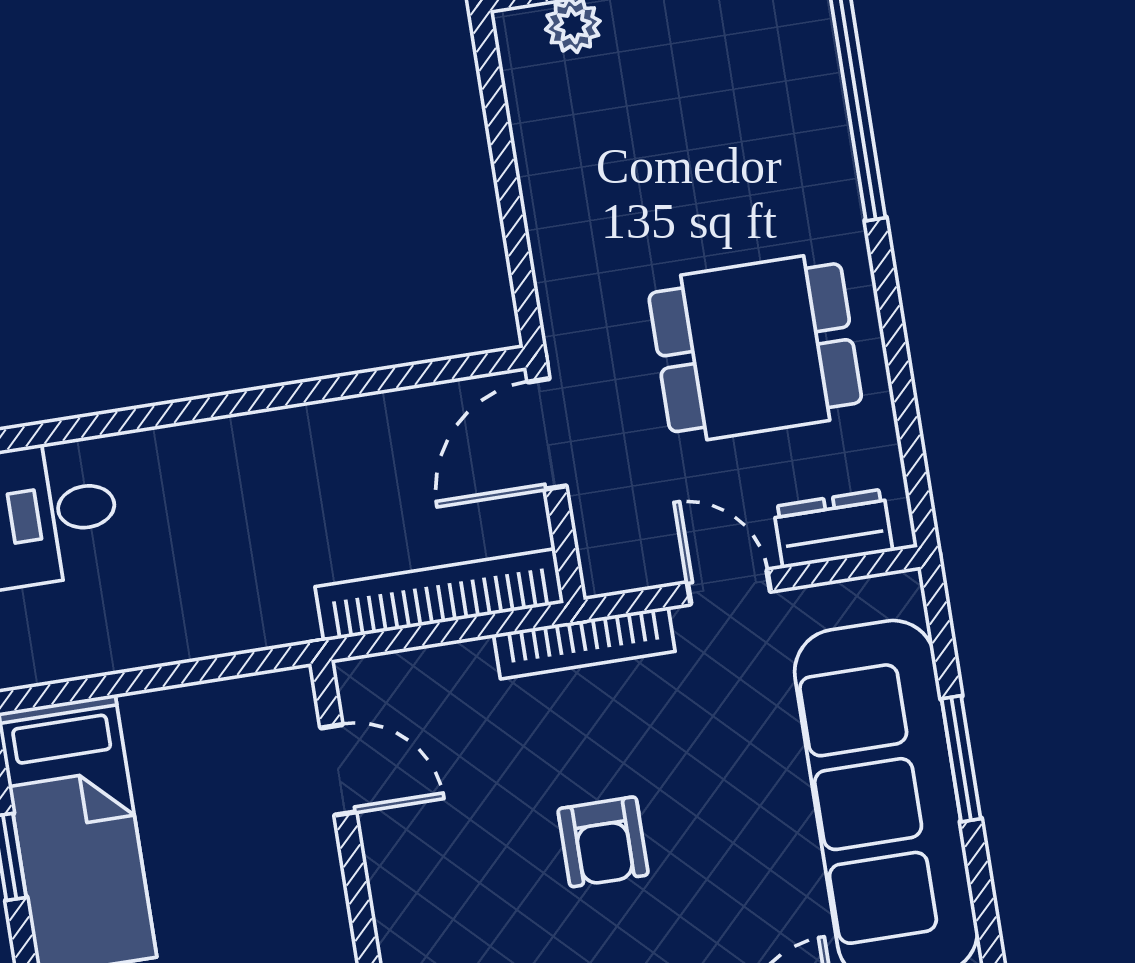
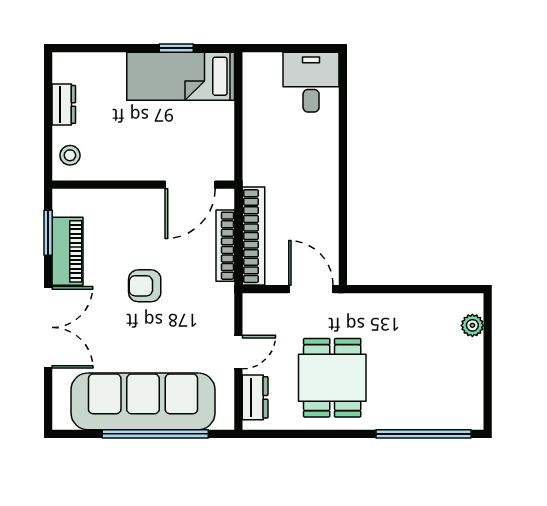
bookcase: (584, 643) -> (225, 246), moved
window: (961, 759) -> (155, 434), width x2.11
door: (338, 770) -> (190, 185), width x1.38

